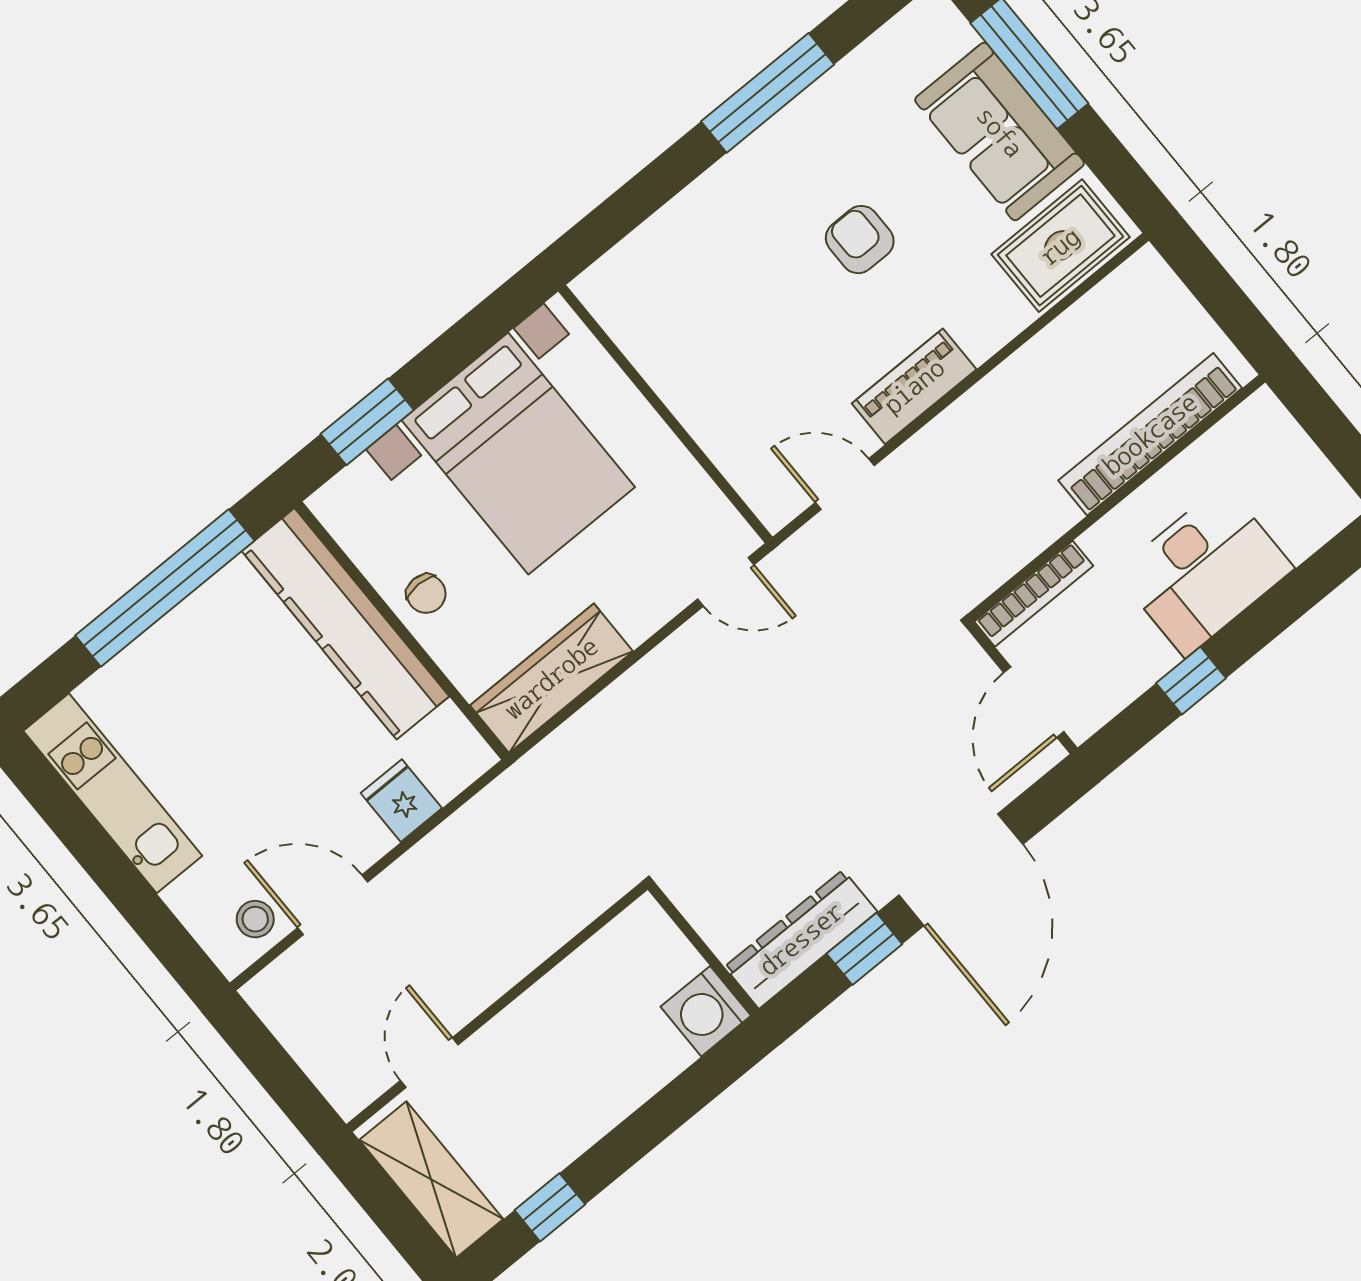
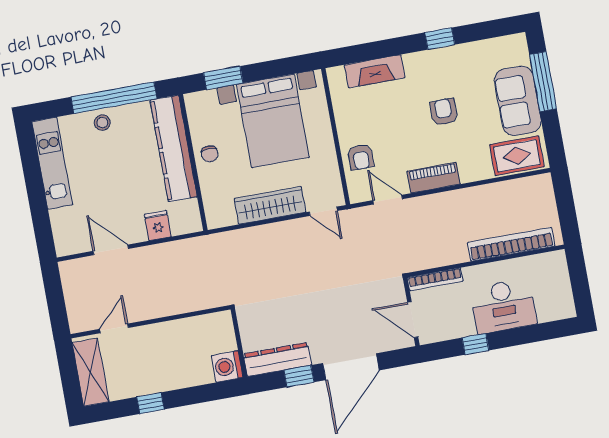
window: (768, 93) -> (440, 39), width x0.46
fireplace: (671, 235) -> (375, 71), added
armchair: (741, 427) -> (361, 157), added
wardrobe: (551, 678) -> (270, 205), moved
door: (1034, 702) -> (413, 320), hinge flipped
stool: (255, 919) -> (102, 123), moved
window: (550, 1207) -> (150, 403), moved

